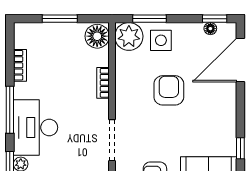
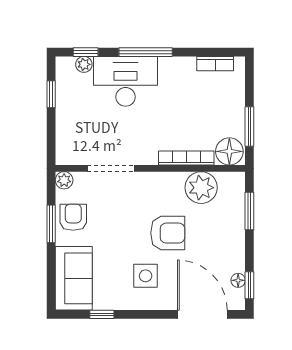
window: (60, 19) -> (249, 127), moved
plant: (129, 36) -> (201, 188), moved
side table: (161, 40) -> (146, 276), moved
bookcase: (20, 65) -> (215, 64), moved
bookcase: (103, 83) -> (186, 158), width x1.56

